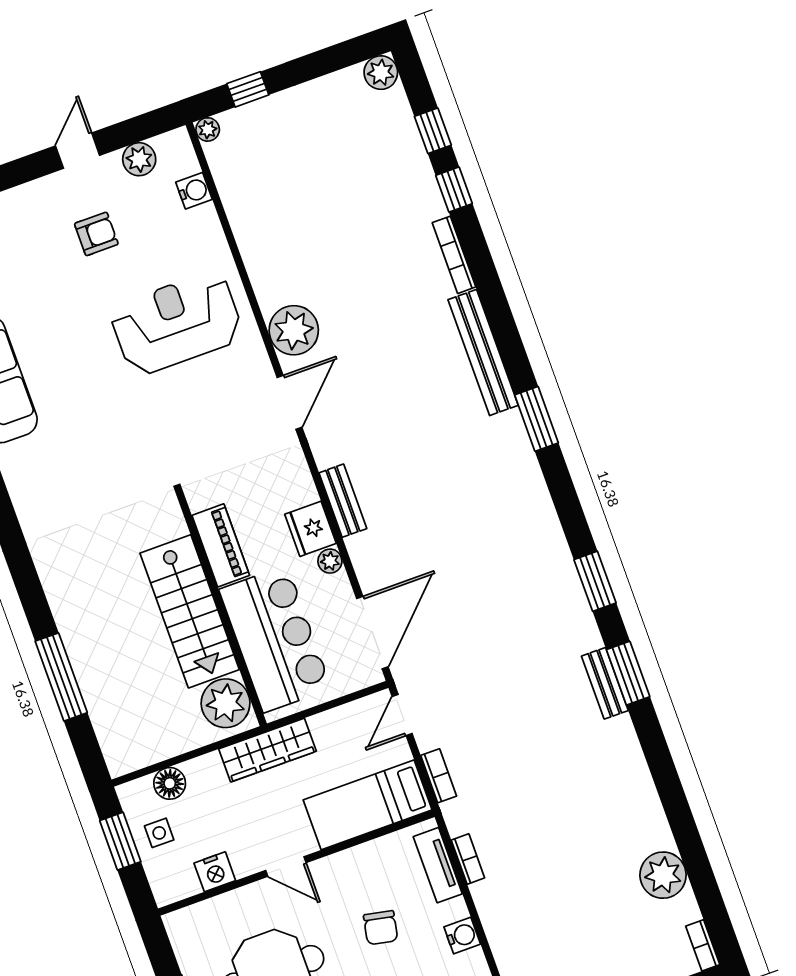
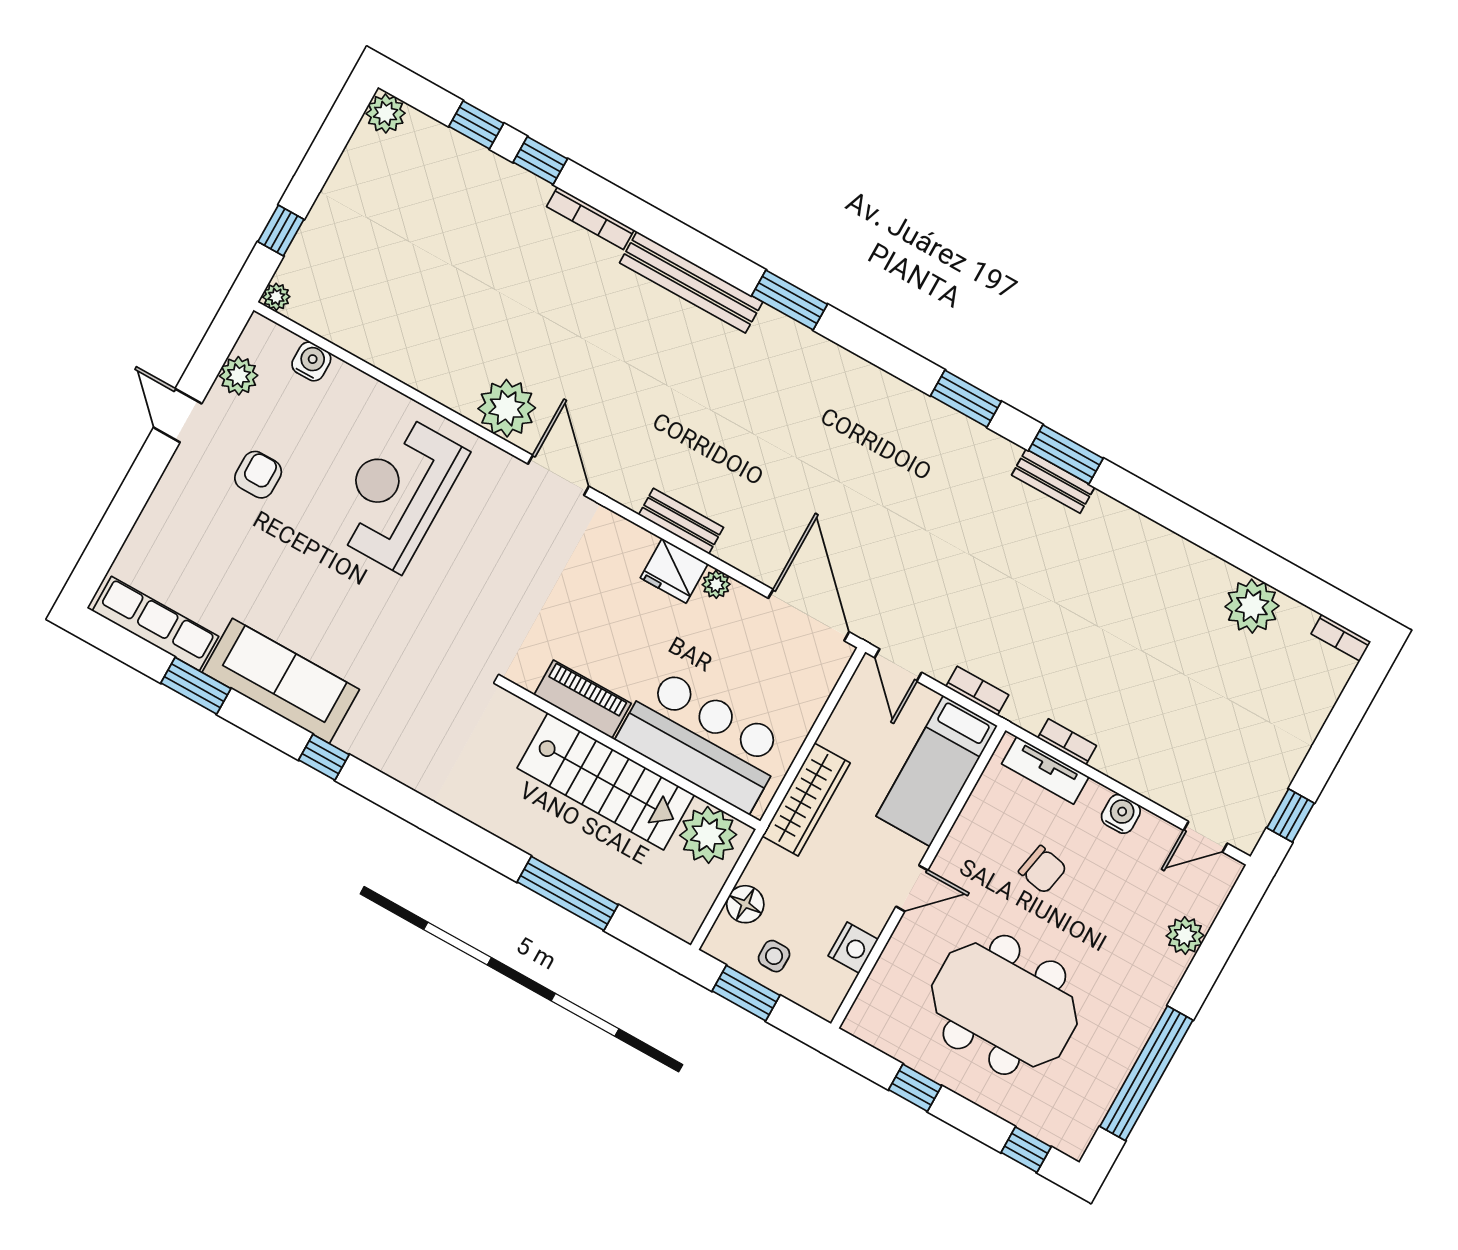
piano: (221, 545) -> (583, 699), moved
wall: (221, 608) -> (631, 754), moved
stairs: (190, 611) -> (606, 781), moved
bar counter: (275, 639) -> (703, 740), moved
plant: (226, 703) -> (708, 835), moved

